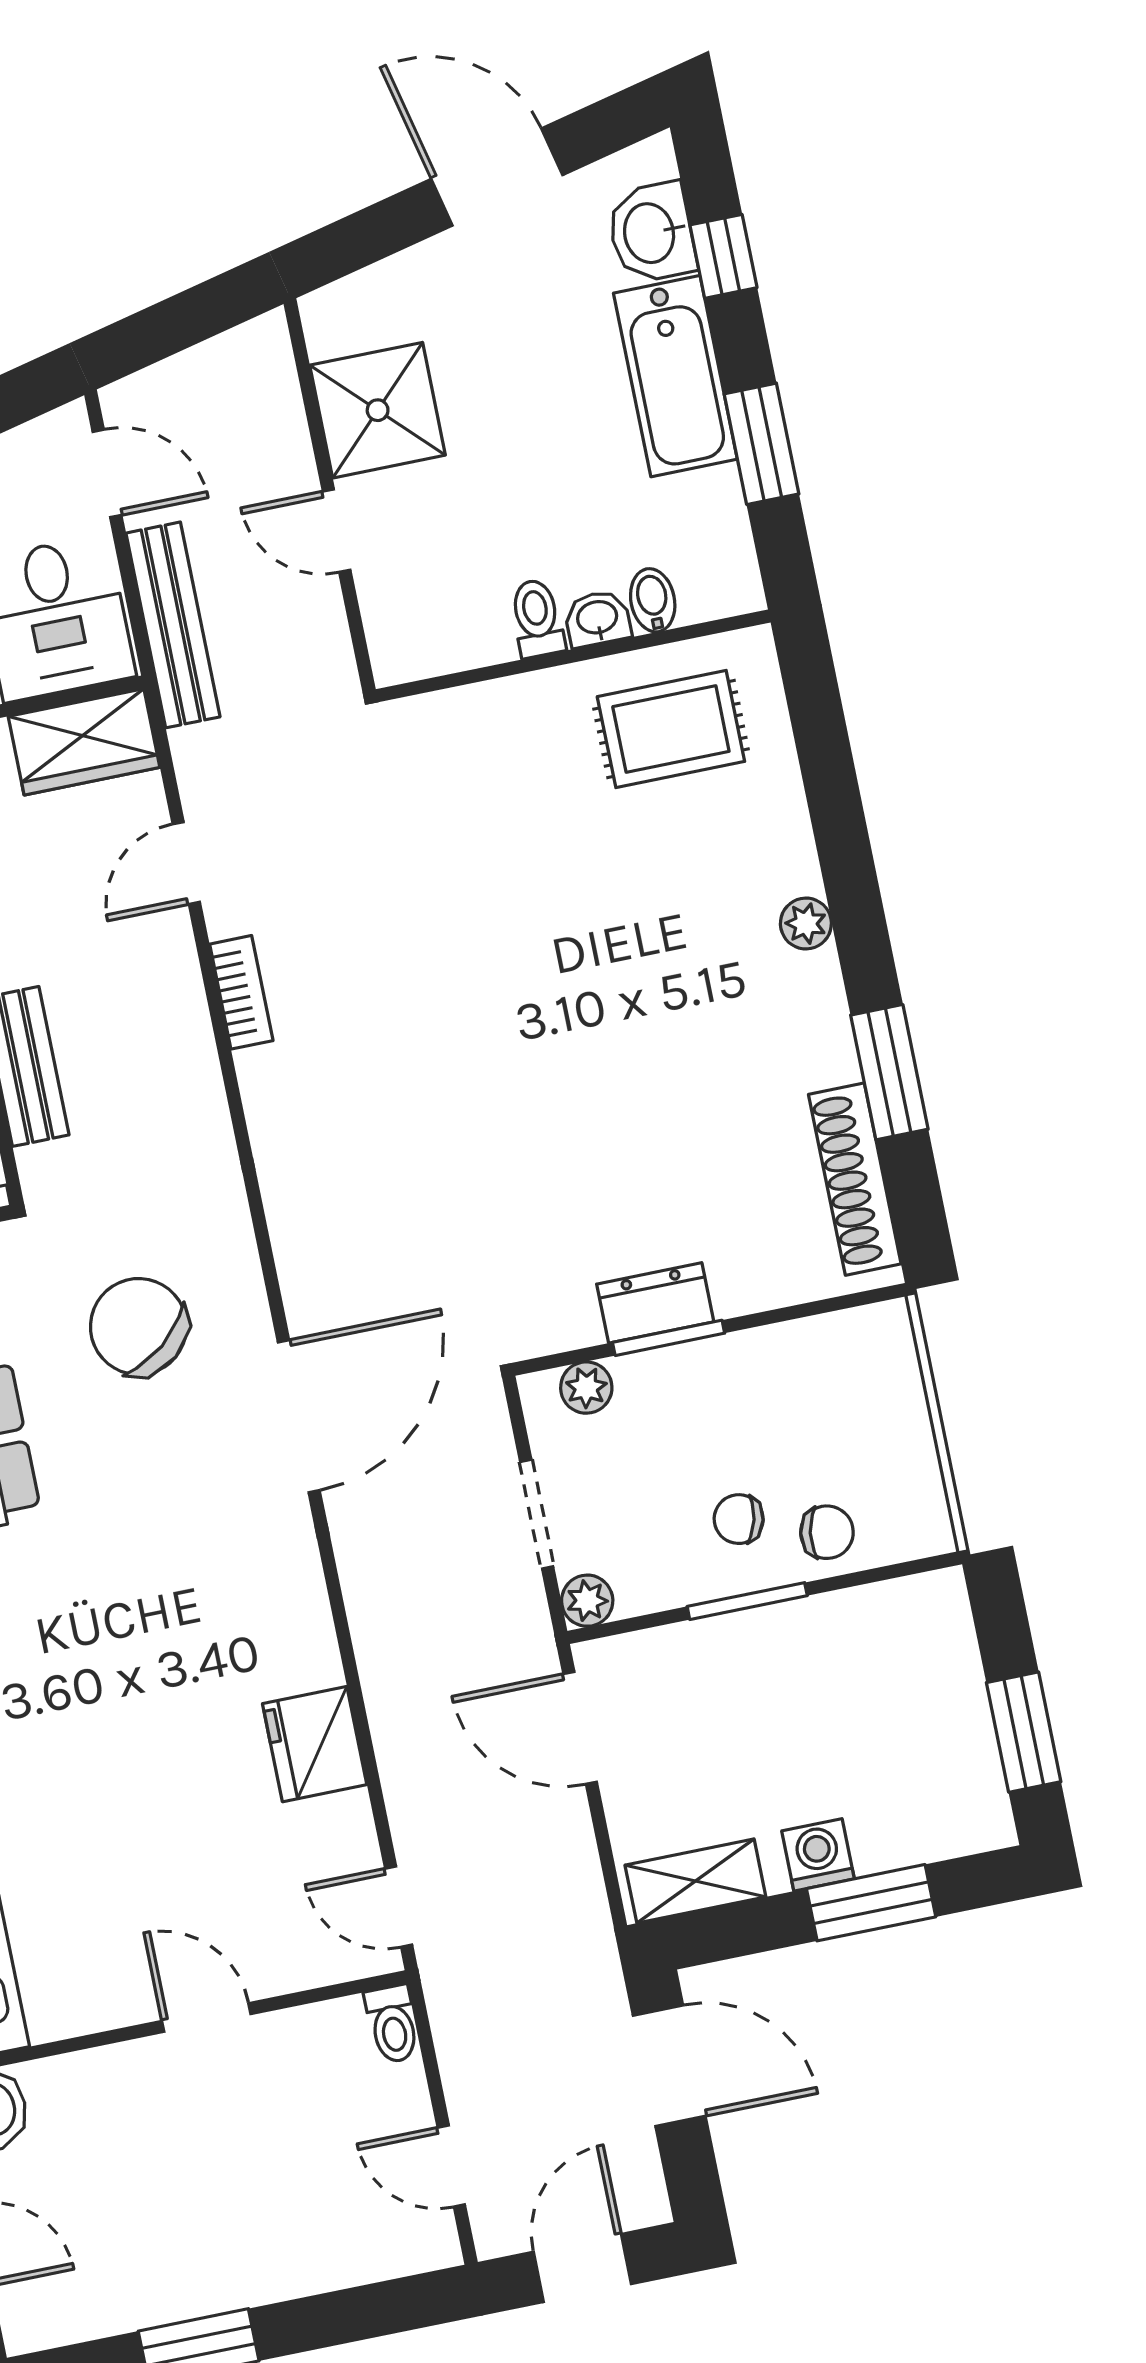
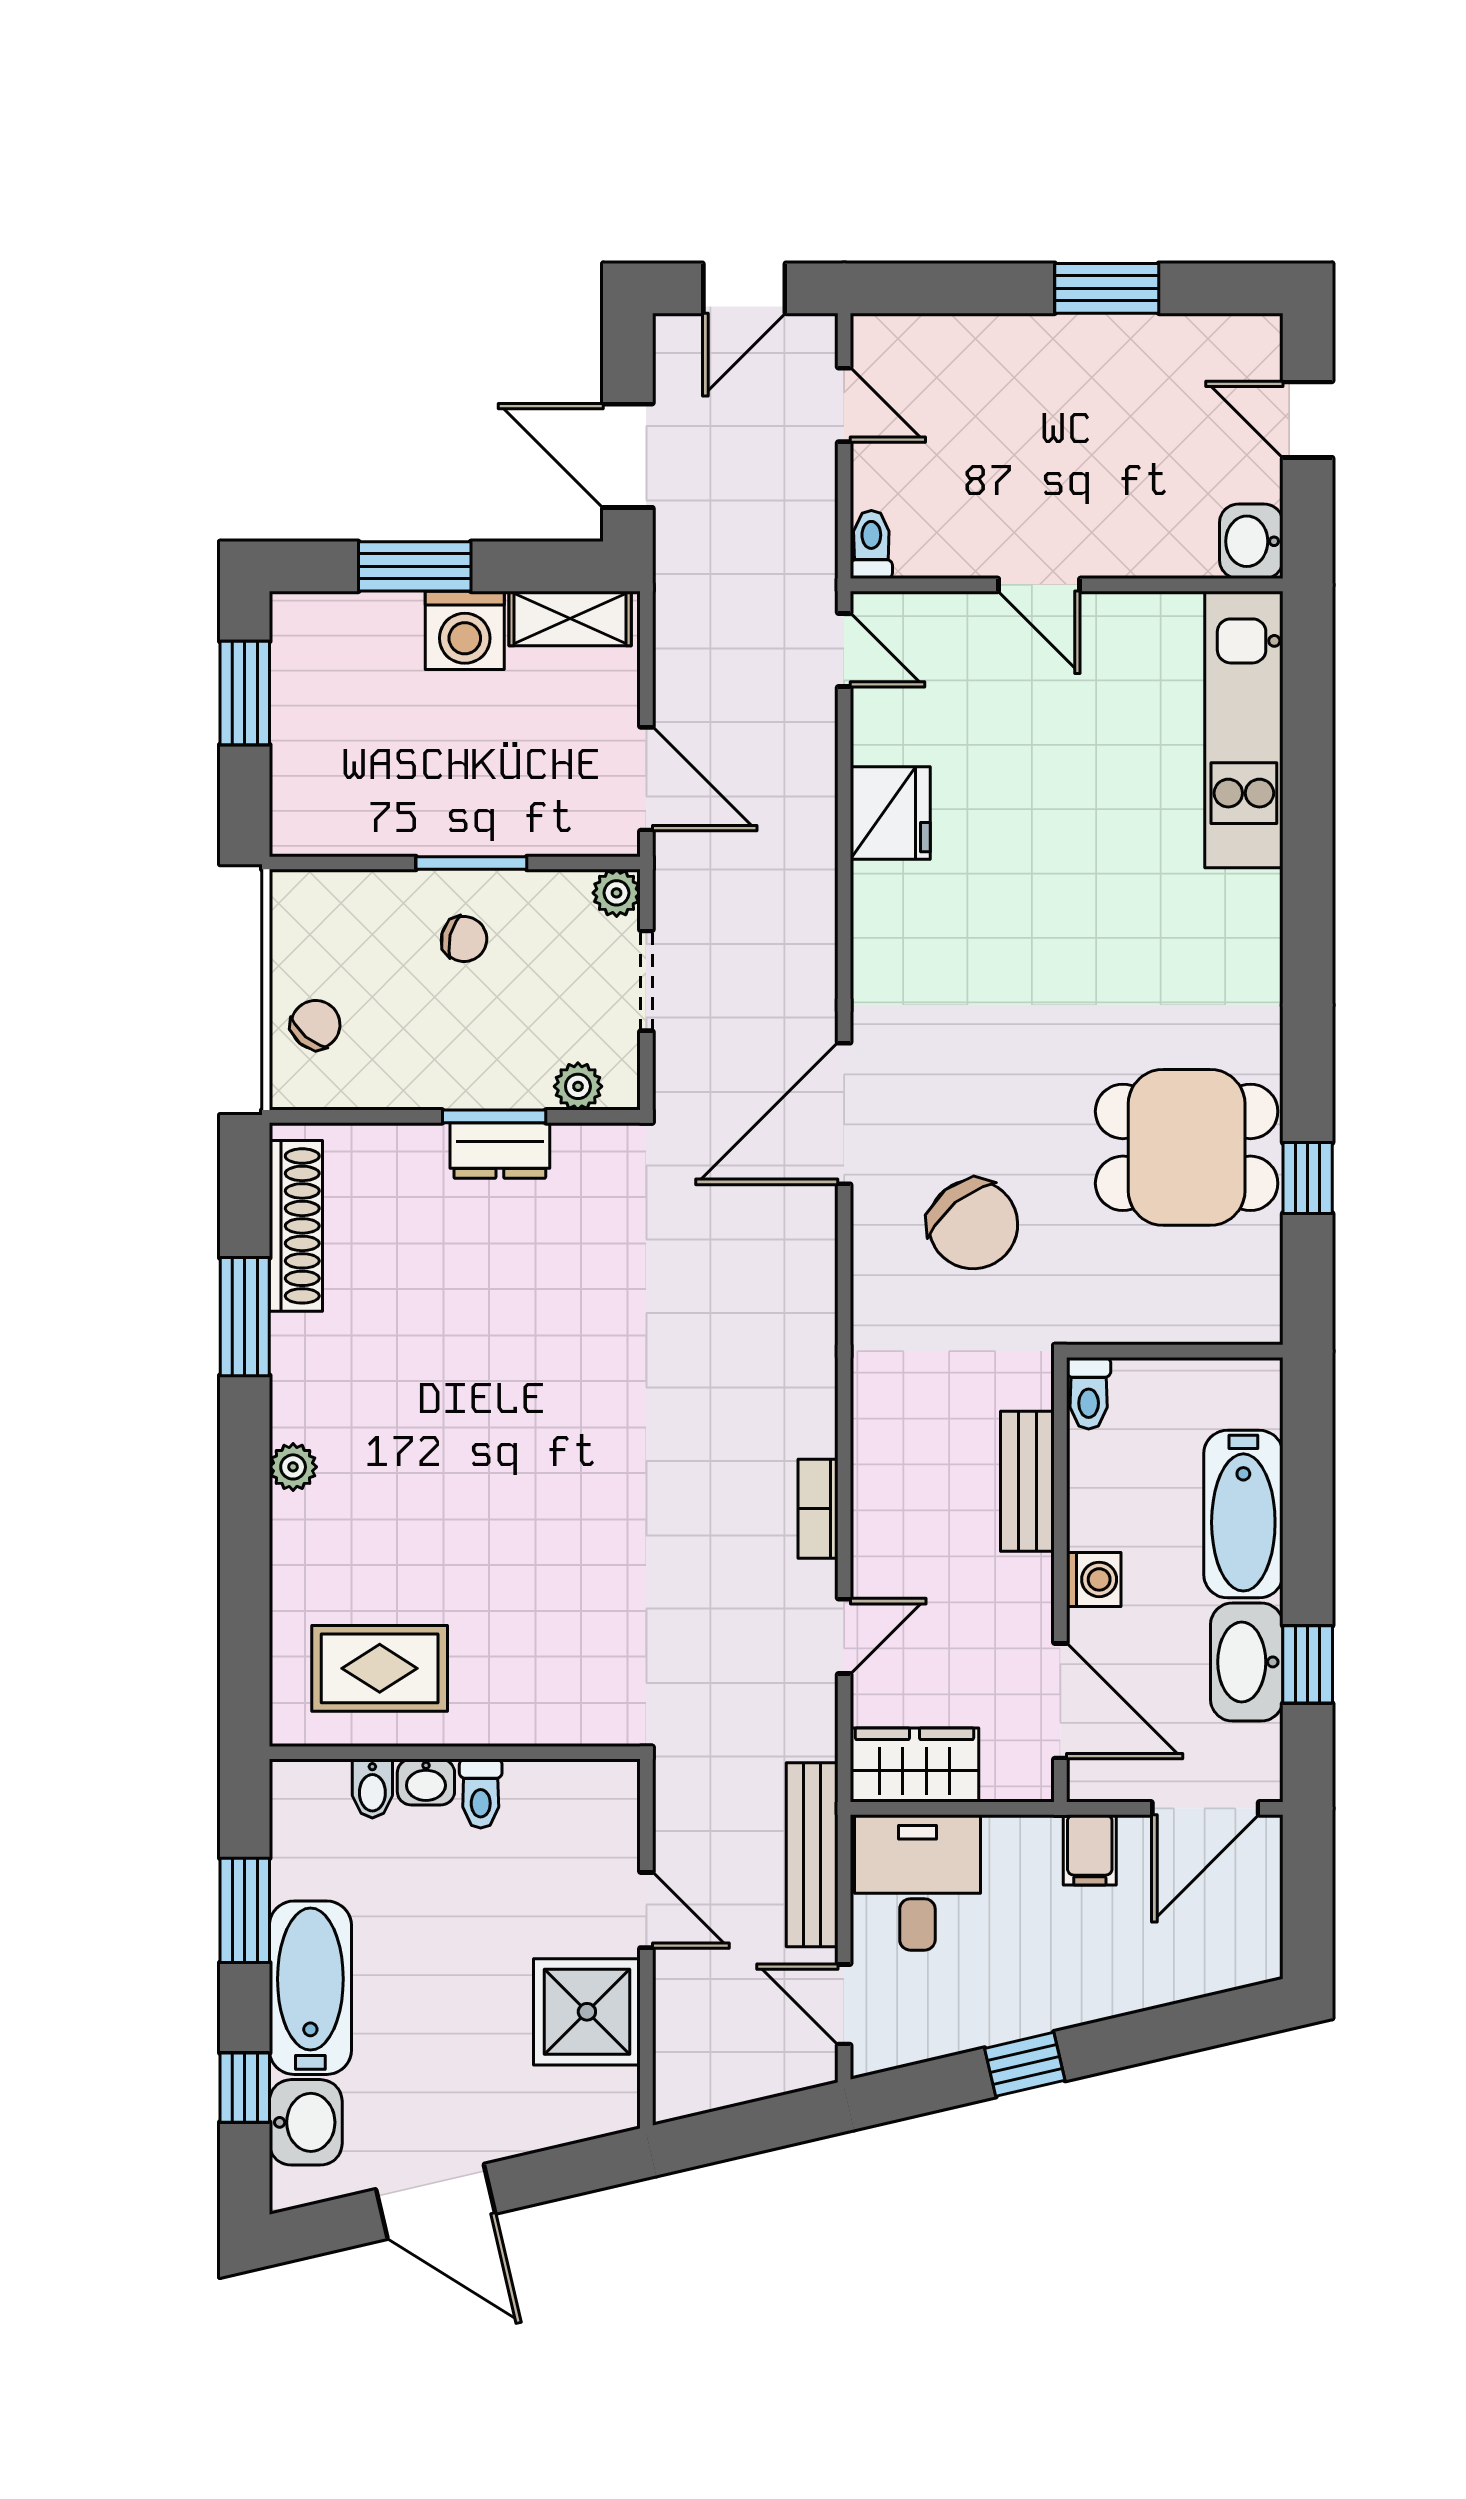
chair: (827, 1532) -> (315, 1025), moved, turned 121
washing machine: (818, 1855) -> (465, 630), width x1.38, depth x1.38

